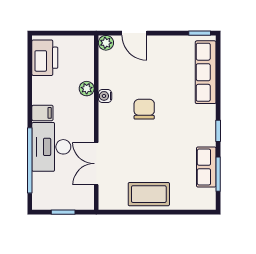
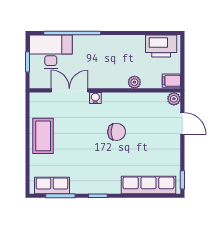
door: (134, 33) -> (182, 123), swing flipped
water cooler: (105, 96) -> (95, 98), moved
filing cabinet: (42, 113) -> (171, 81), moved, turned 90
desk: (51, 147) -> (51, 52), moved
row of seats: (206, 167) -> (52, 186), moved

